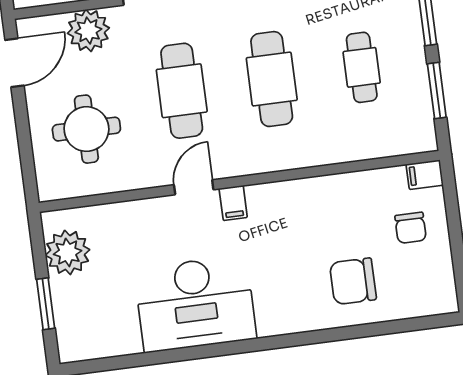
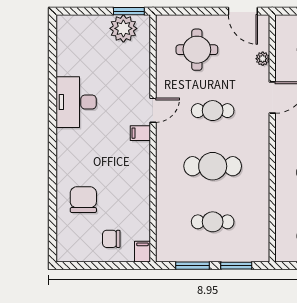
plant: (88, 31) -> (263, 59), width x0.53, depth x0.53
cafe table: (182, 91) -> (213, 111), width x0.73, depth x0.74
door: (194, 187) -> (153, 110), hinge flipped
window: (46, 304) -> (129, 11), moved
desk: (195, 304) -> (76, 102), width x0.73, depth x0.77

